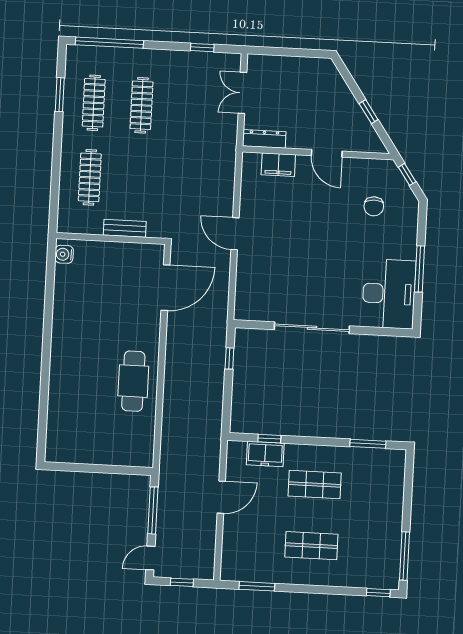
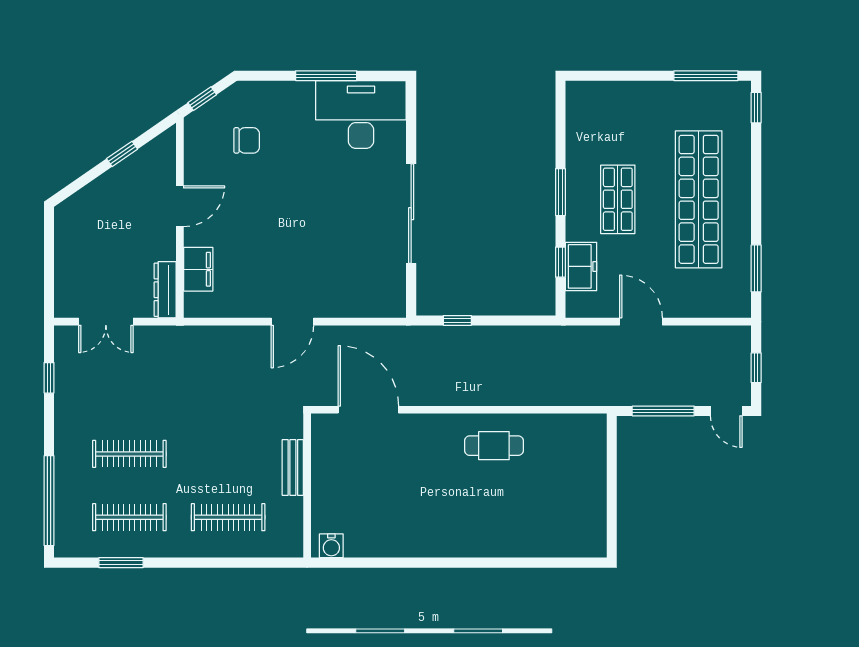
cafe table: (133, 381) -> (494, 446), width x0.73, depth x0.74
window: (368, 444) -> (560, 192), moved
shop shelf: (311, 546) -> (699, 199), width x2.00, depth x1.36

